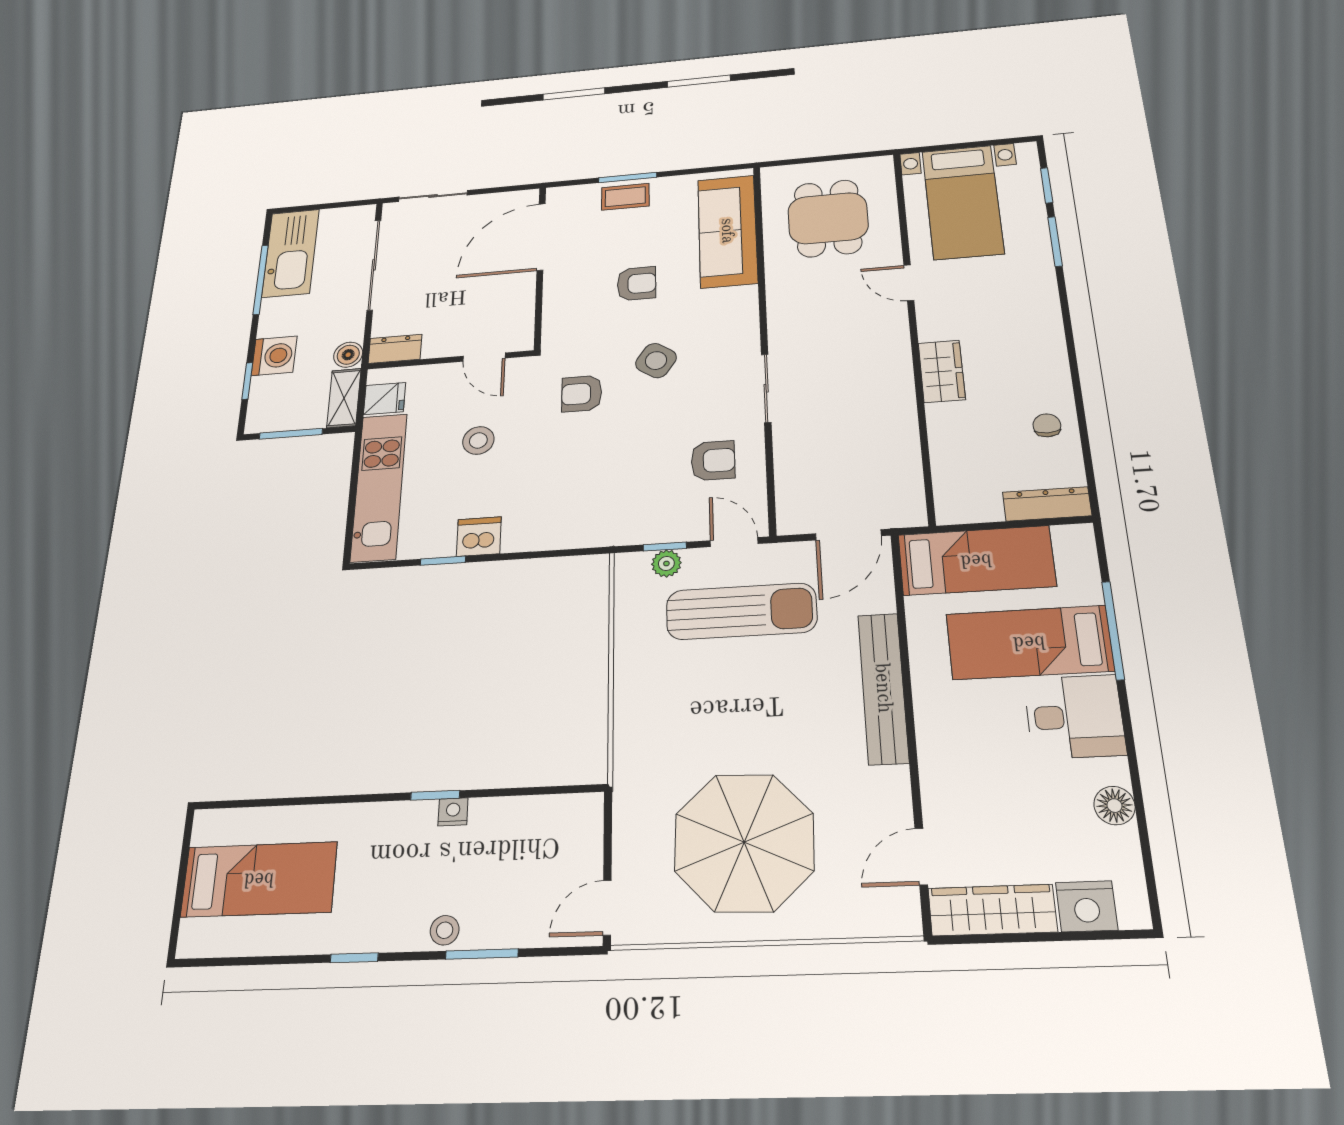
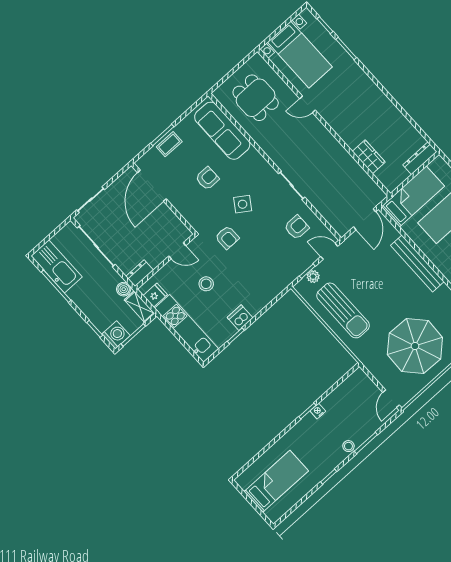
washing machine: (274, 356) -> (116, 335), moved
wardrobe: (942, 371) -> (369, 157), moved
armchair: (582, 394) -> (227, 238), turned -90
chair: (1047, 425) -> (398, 128), removed
sun lounger: (741, 611) -> (343, 310), moved, turned 90

